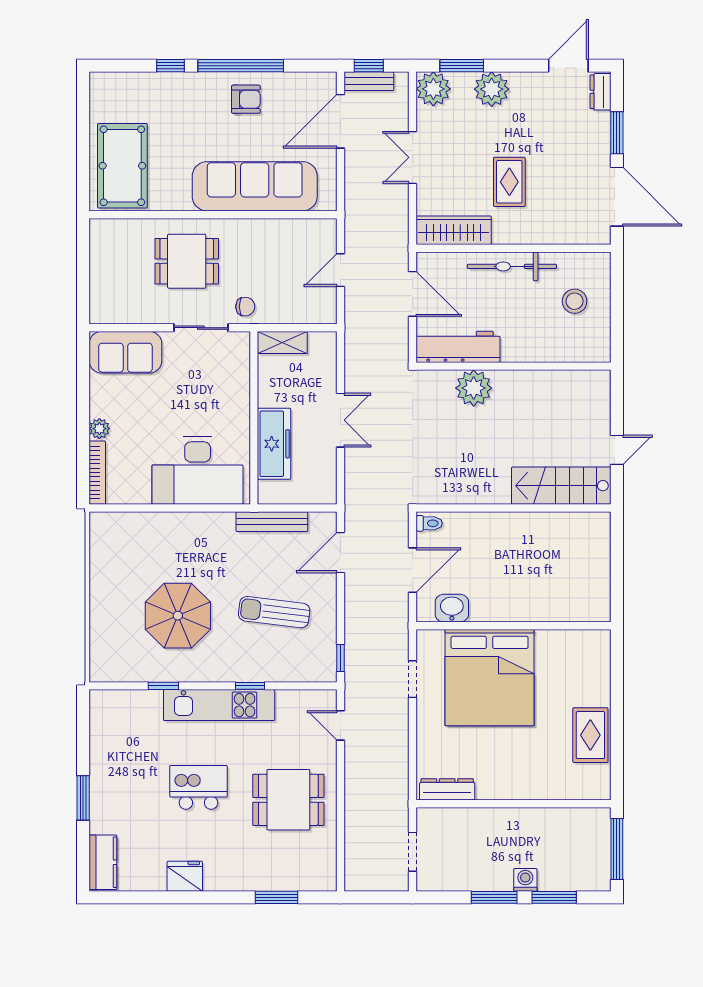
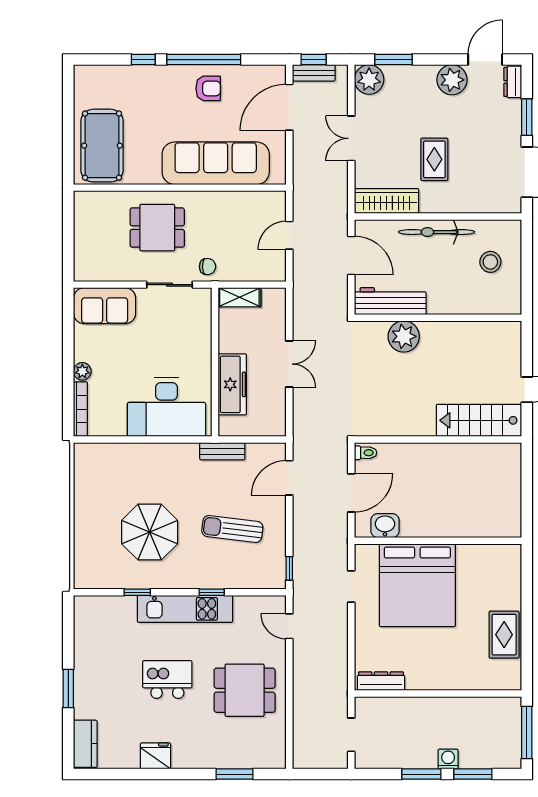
plant: (492, 89) -> (452, 80), moved
bench: (272, 522) -> (222, 451), width x0.73

